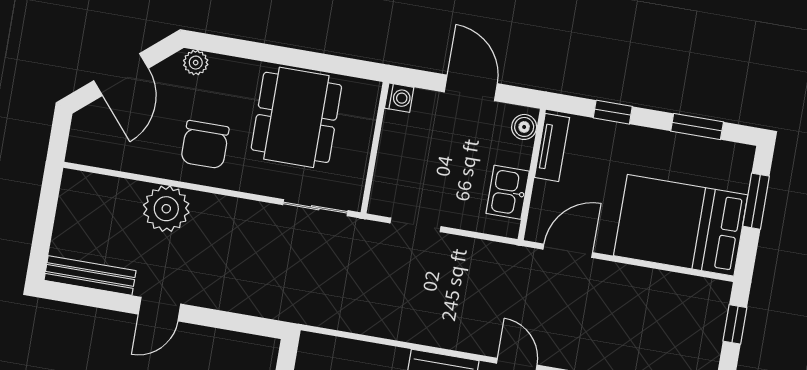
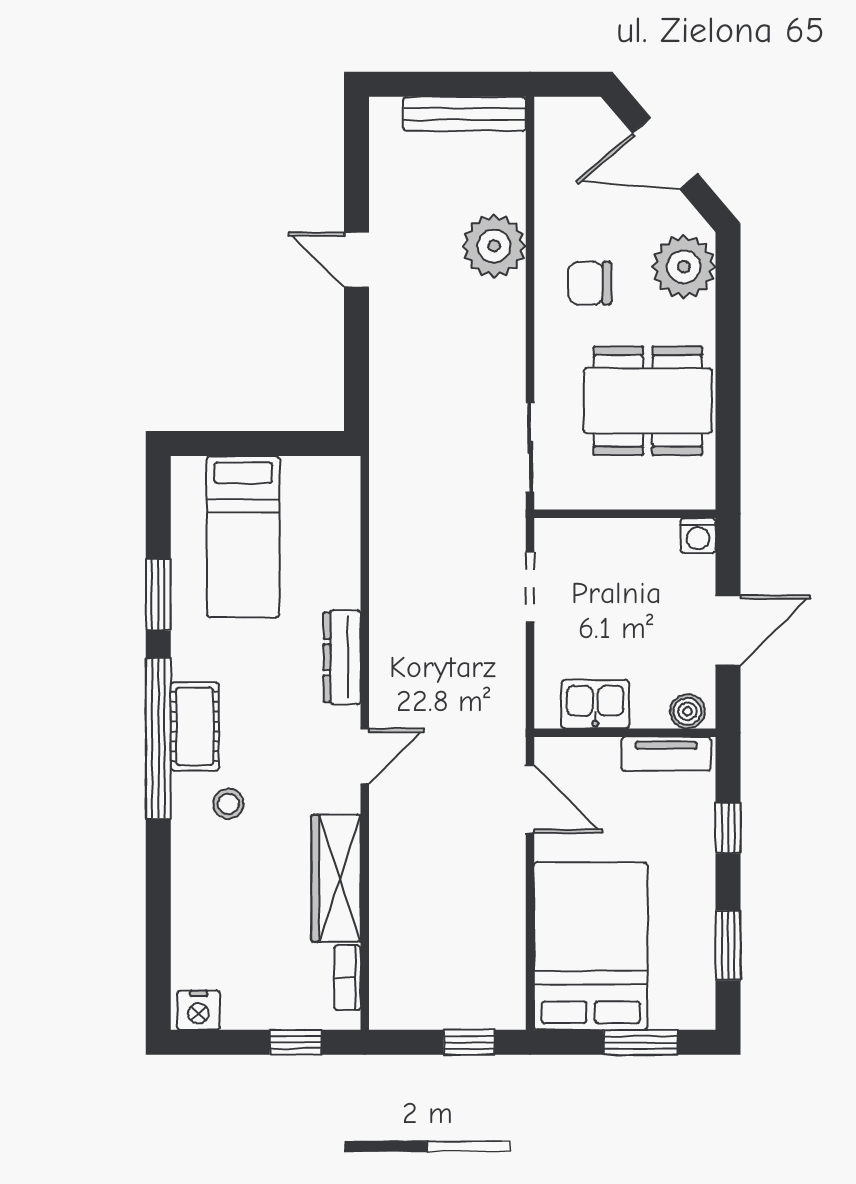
plant: (196, 63) -> (684, 267), width x1.88, depth x1.88
chair: (205, 145) -> (590, 283), width x0.73, depth x0.73
bench: (90, 275) -> (464, 114), moved, turned 90

